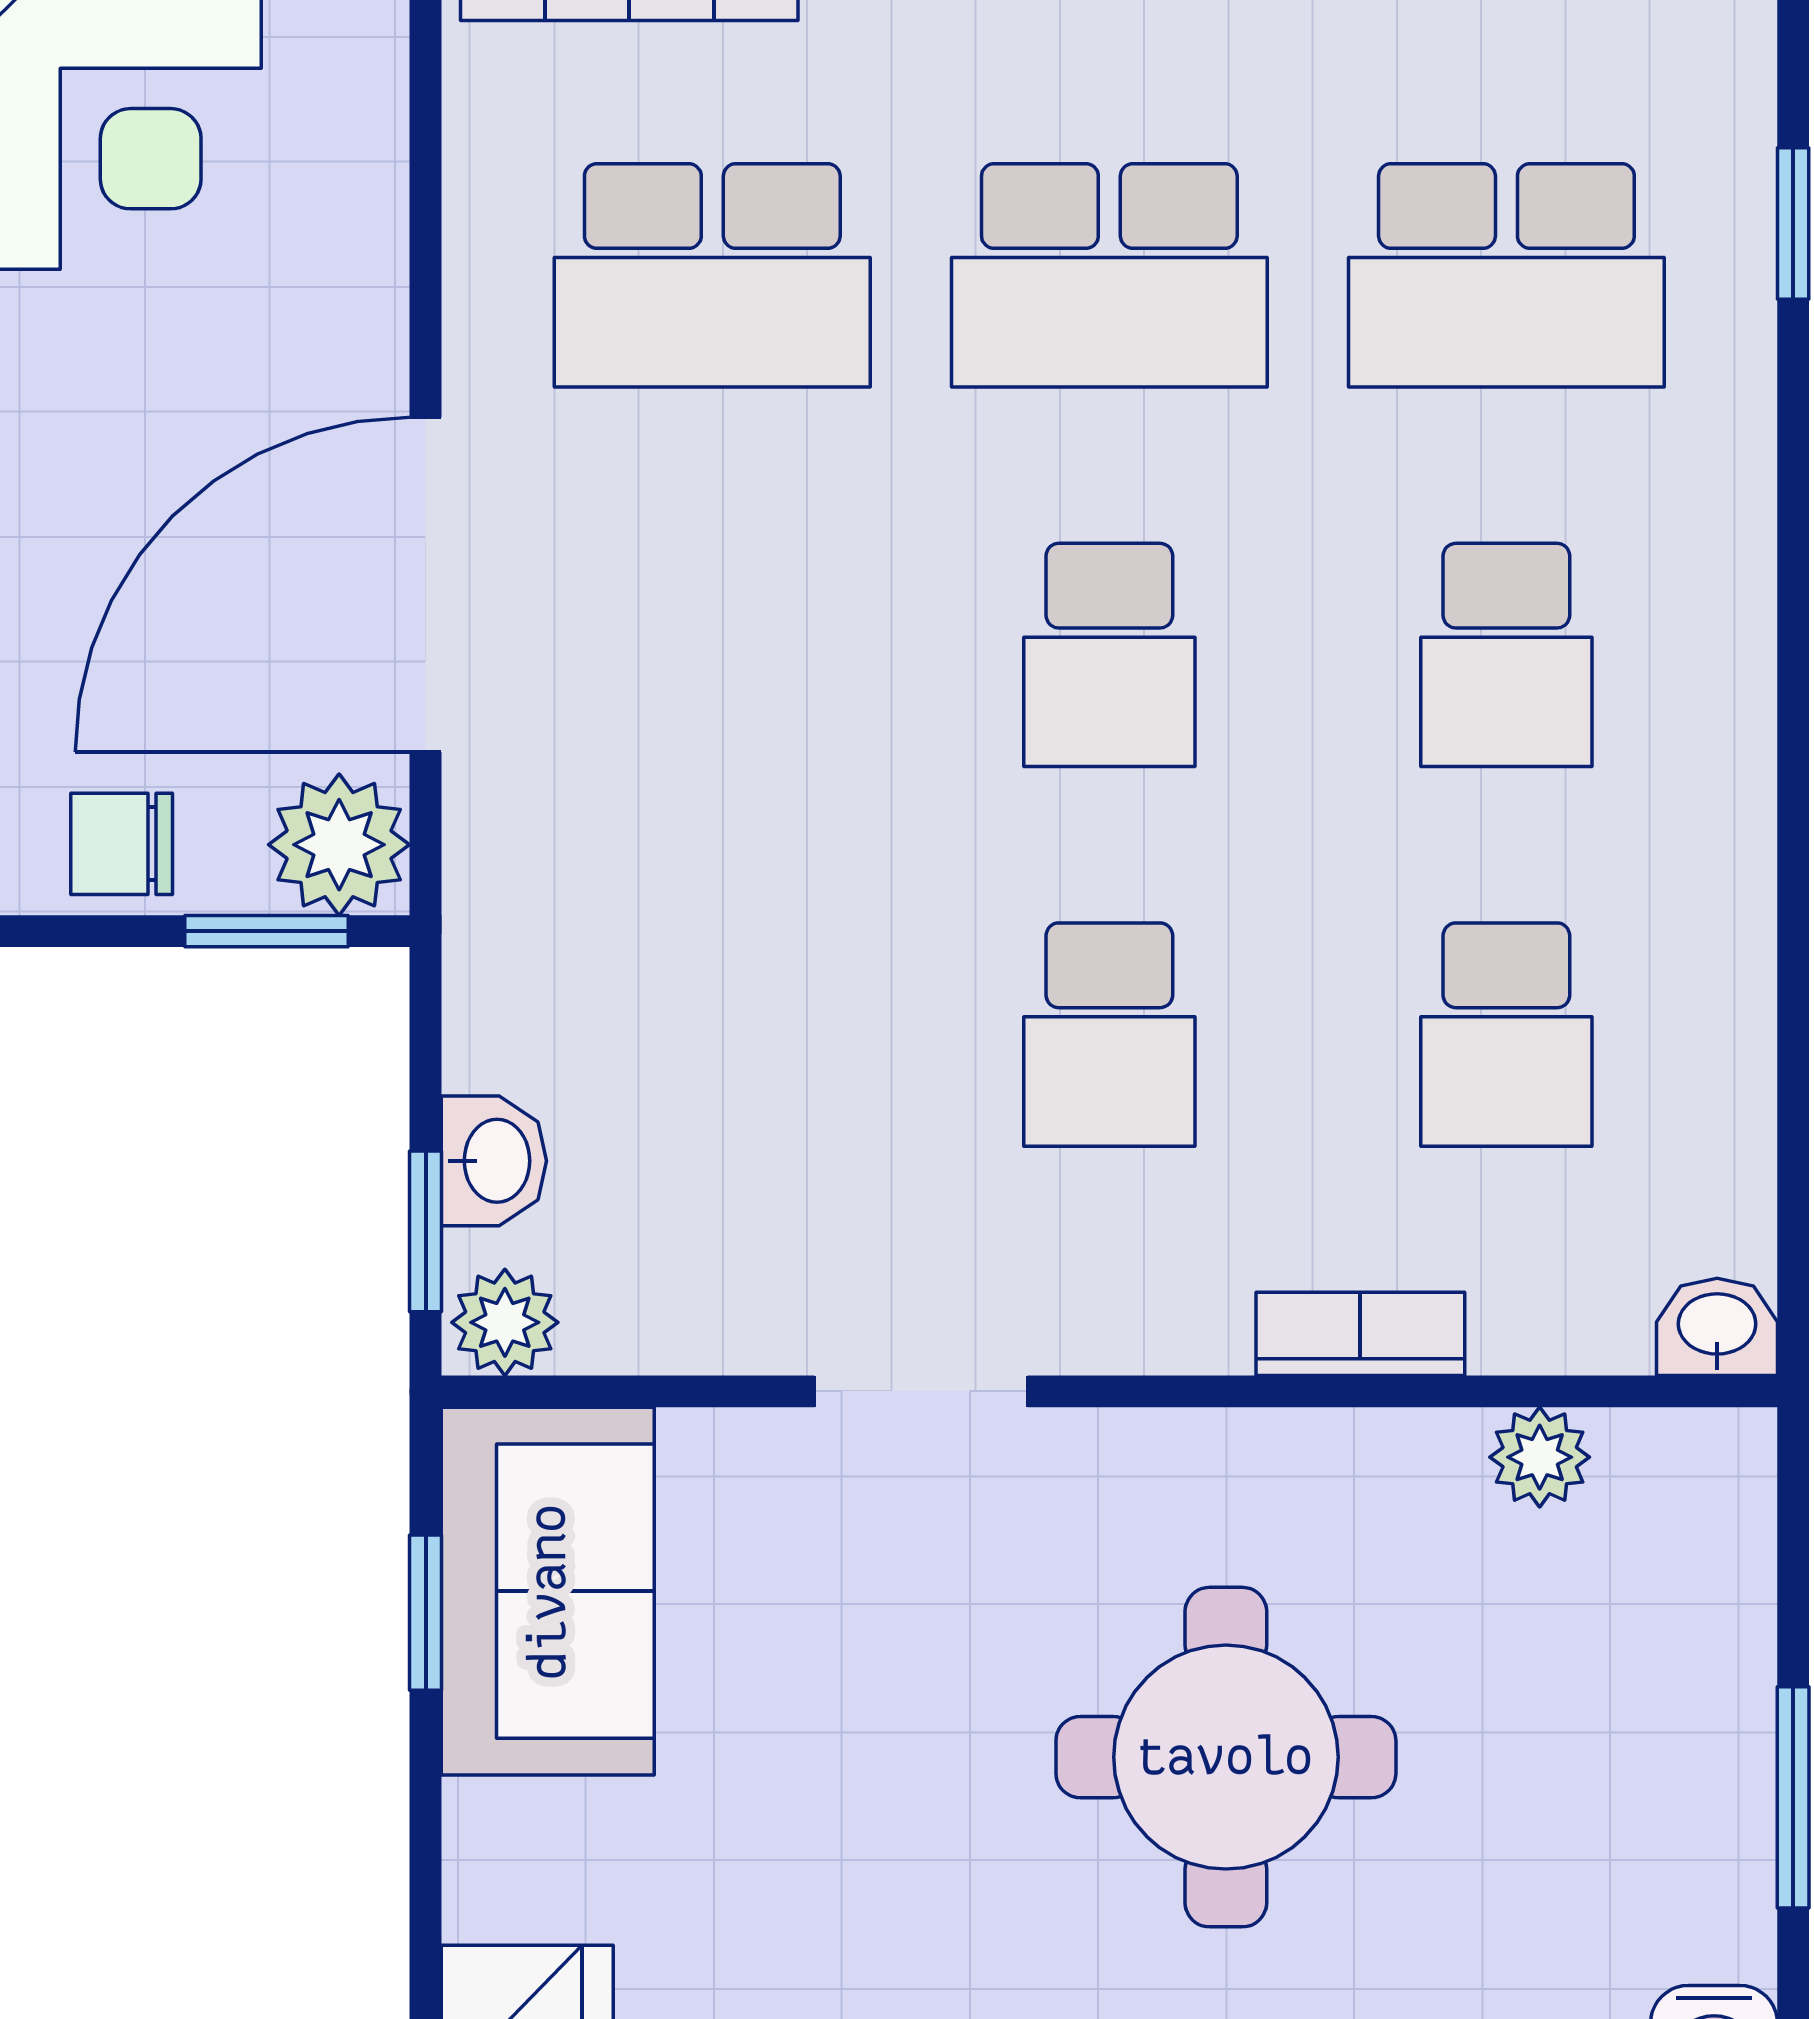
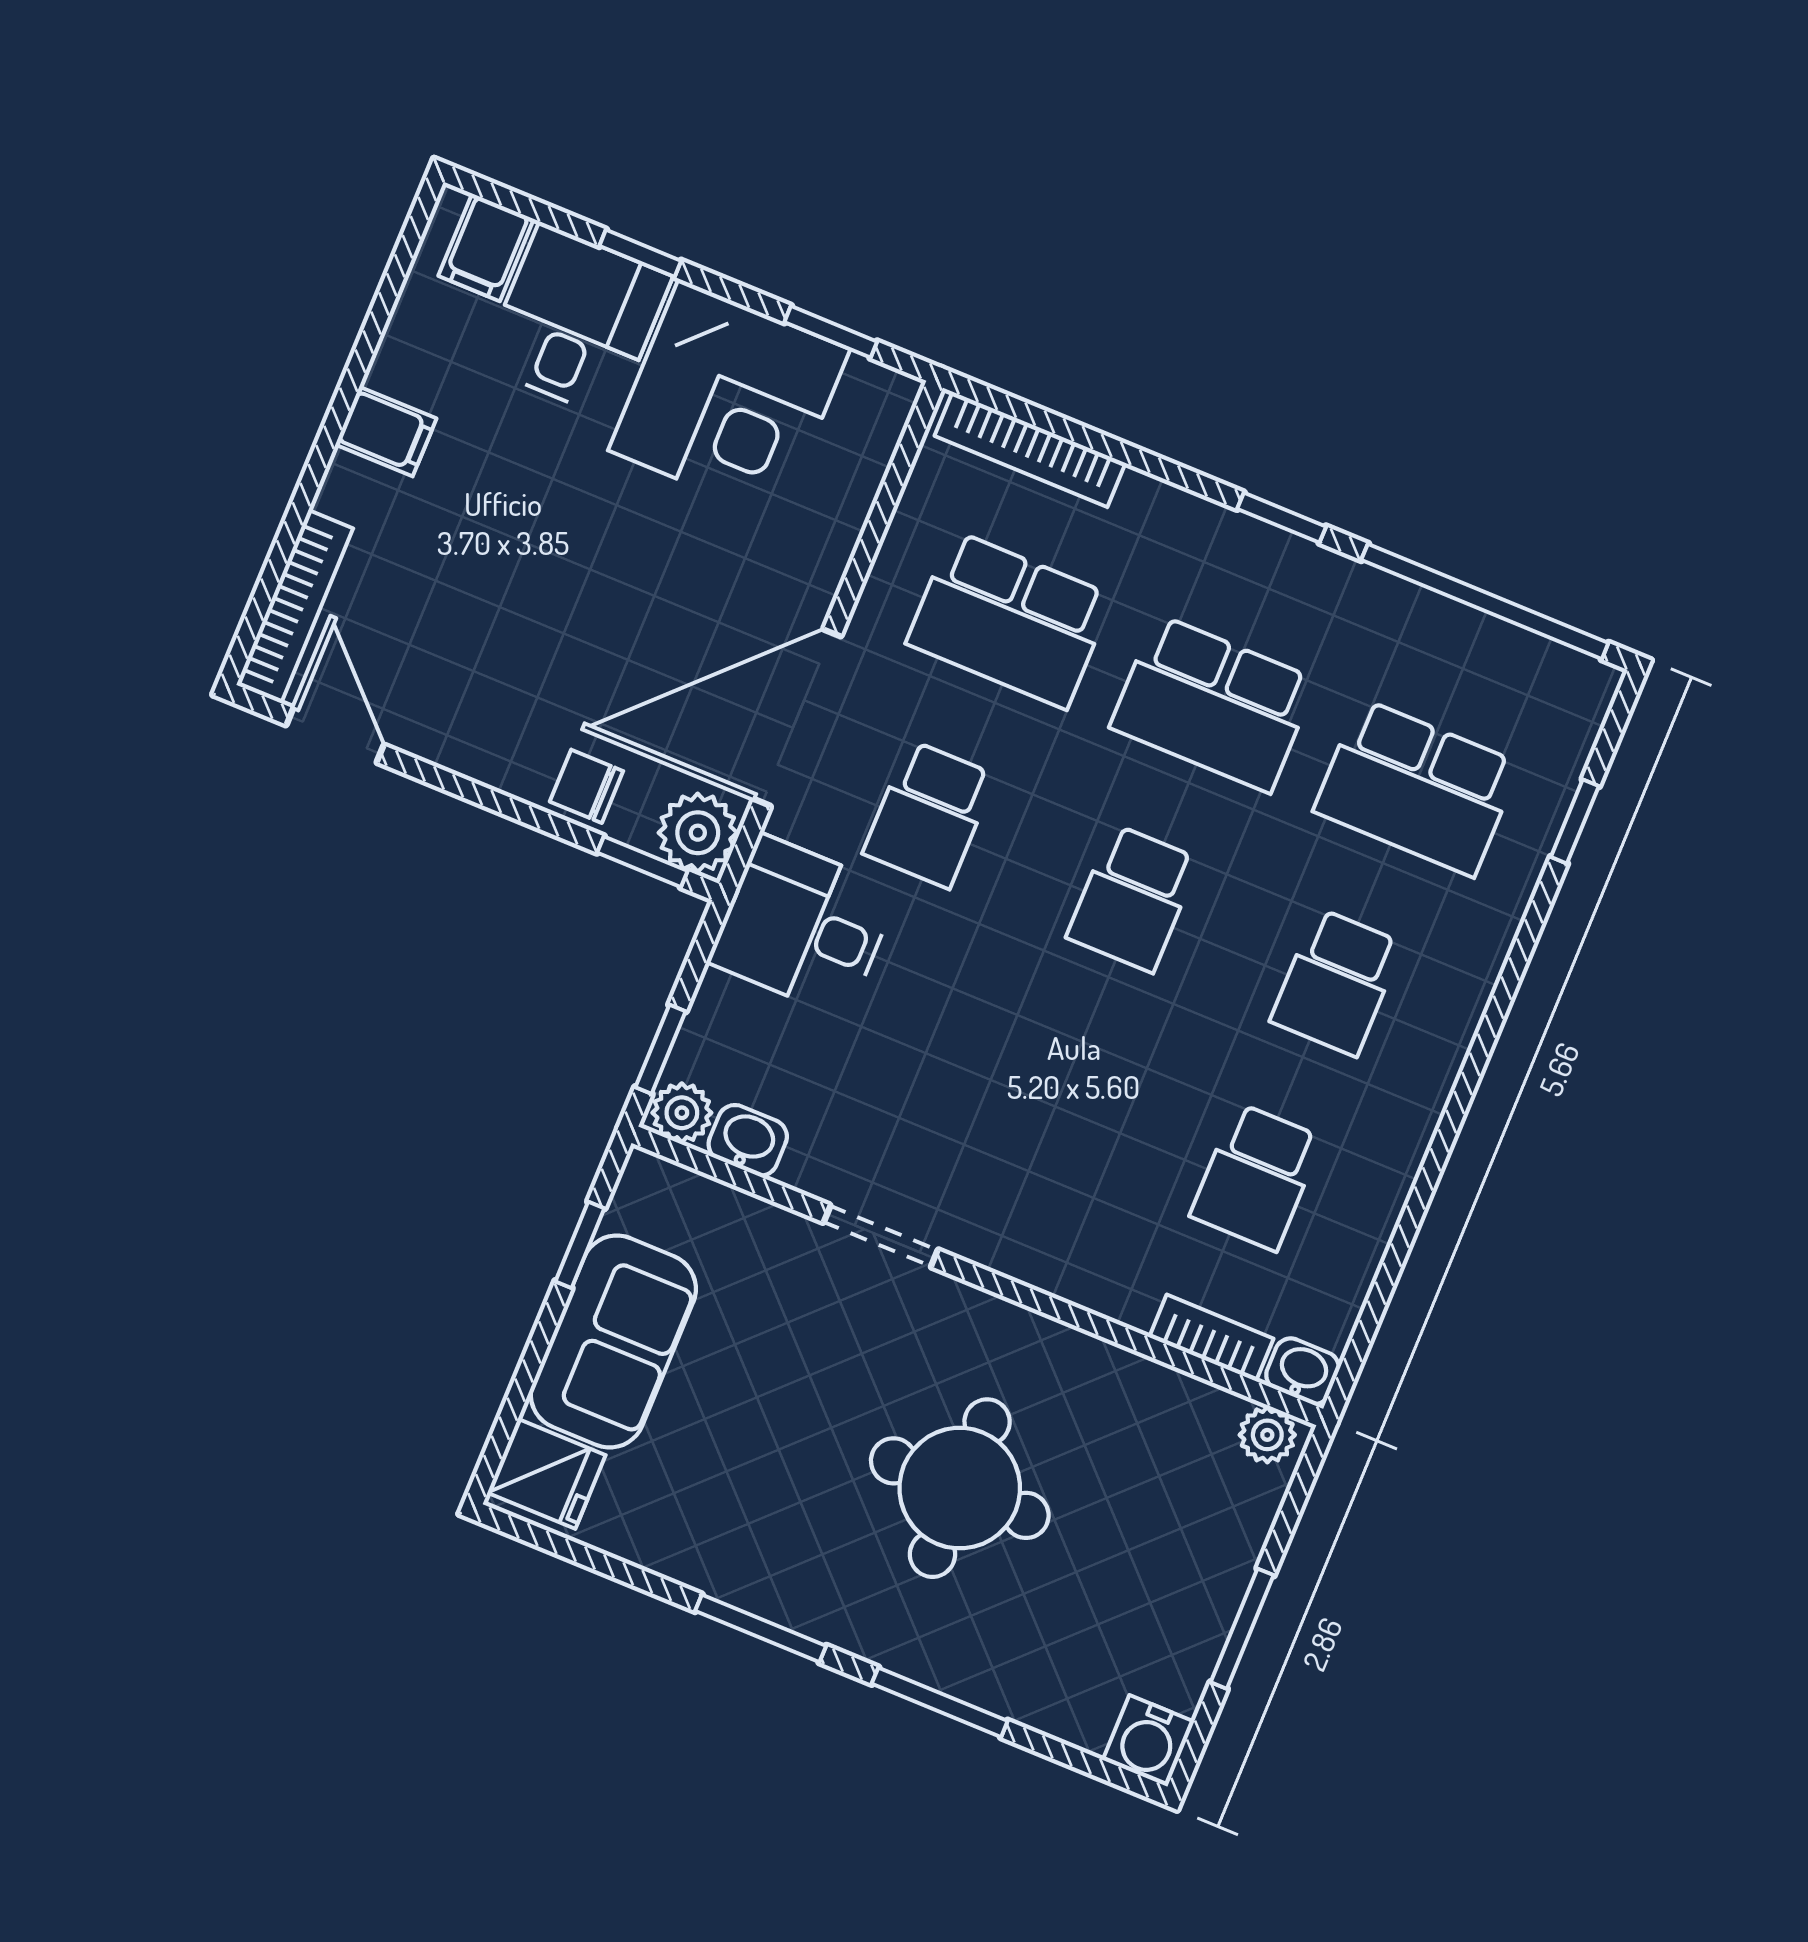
desk: (578, 928) -> (803, 926), added
school desk: (1109, 1035) -> (929, 814), moved
washbasin: (494, 1161) -> (748, 1140), moved, turned -90
bookcase: (1360, 1334) -> (1211, 1338), moved
plant: (1540, 1457) -> (1267, 1435), moved
sofa: (548, 1591) -> (613, 1341), moved

